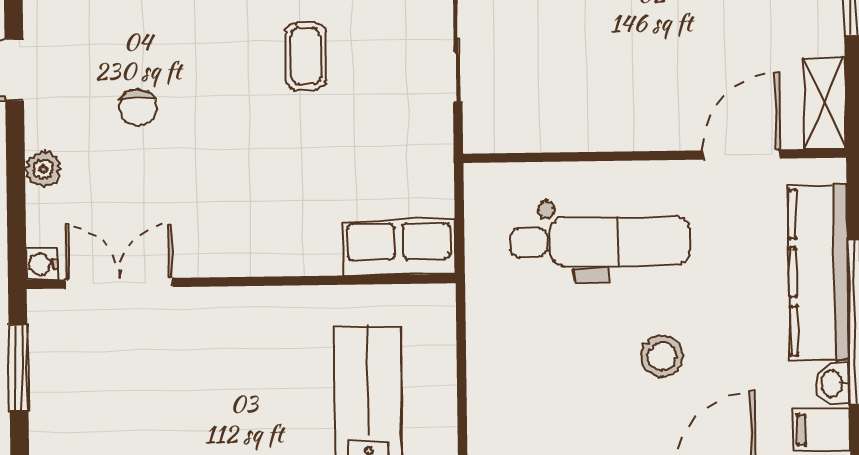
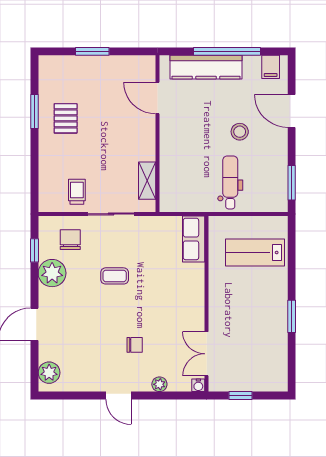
shelving: (825, 103) -> (147, 181), moved, turned 90
dental chair: (600, 241) -> (230, 182), moved, width x0.73, depth x0.72
window: (18, 367) -> (240, 396), width x0.67
washbasin: (833, 384) -> (252, 62), removed

